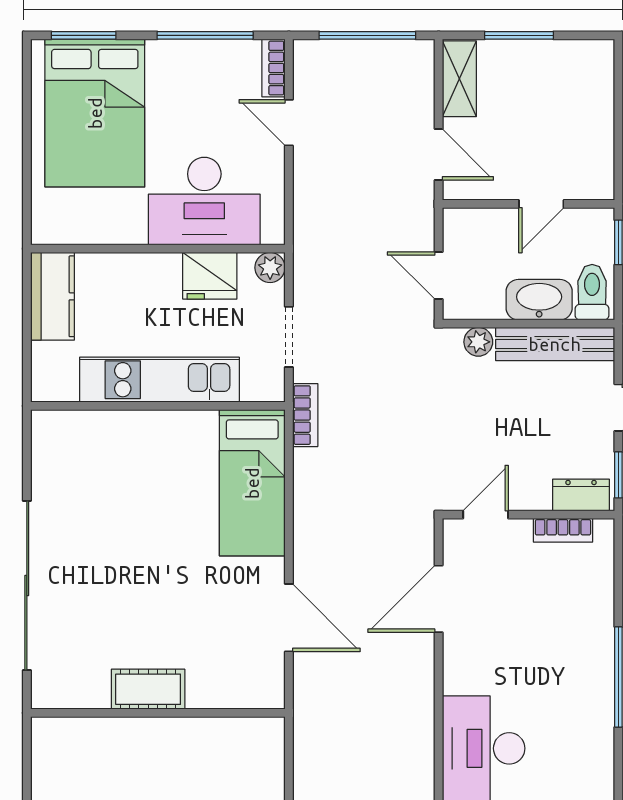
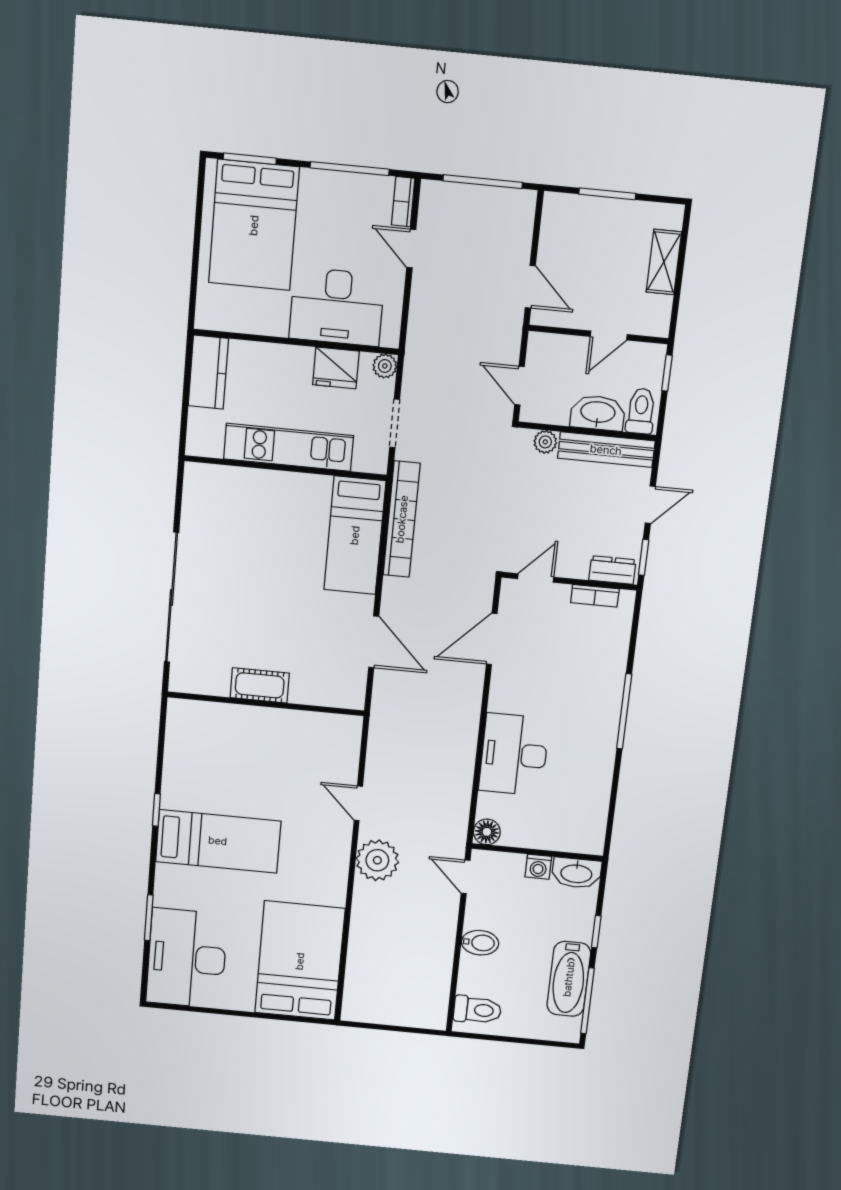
shelving: (459, 79) -> (664, 262), moved
bookcase: (305, 415) -> (402, 519), width x2.31, depth x1.31

